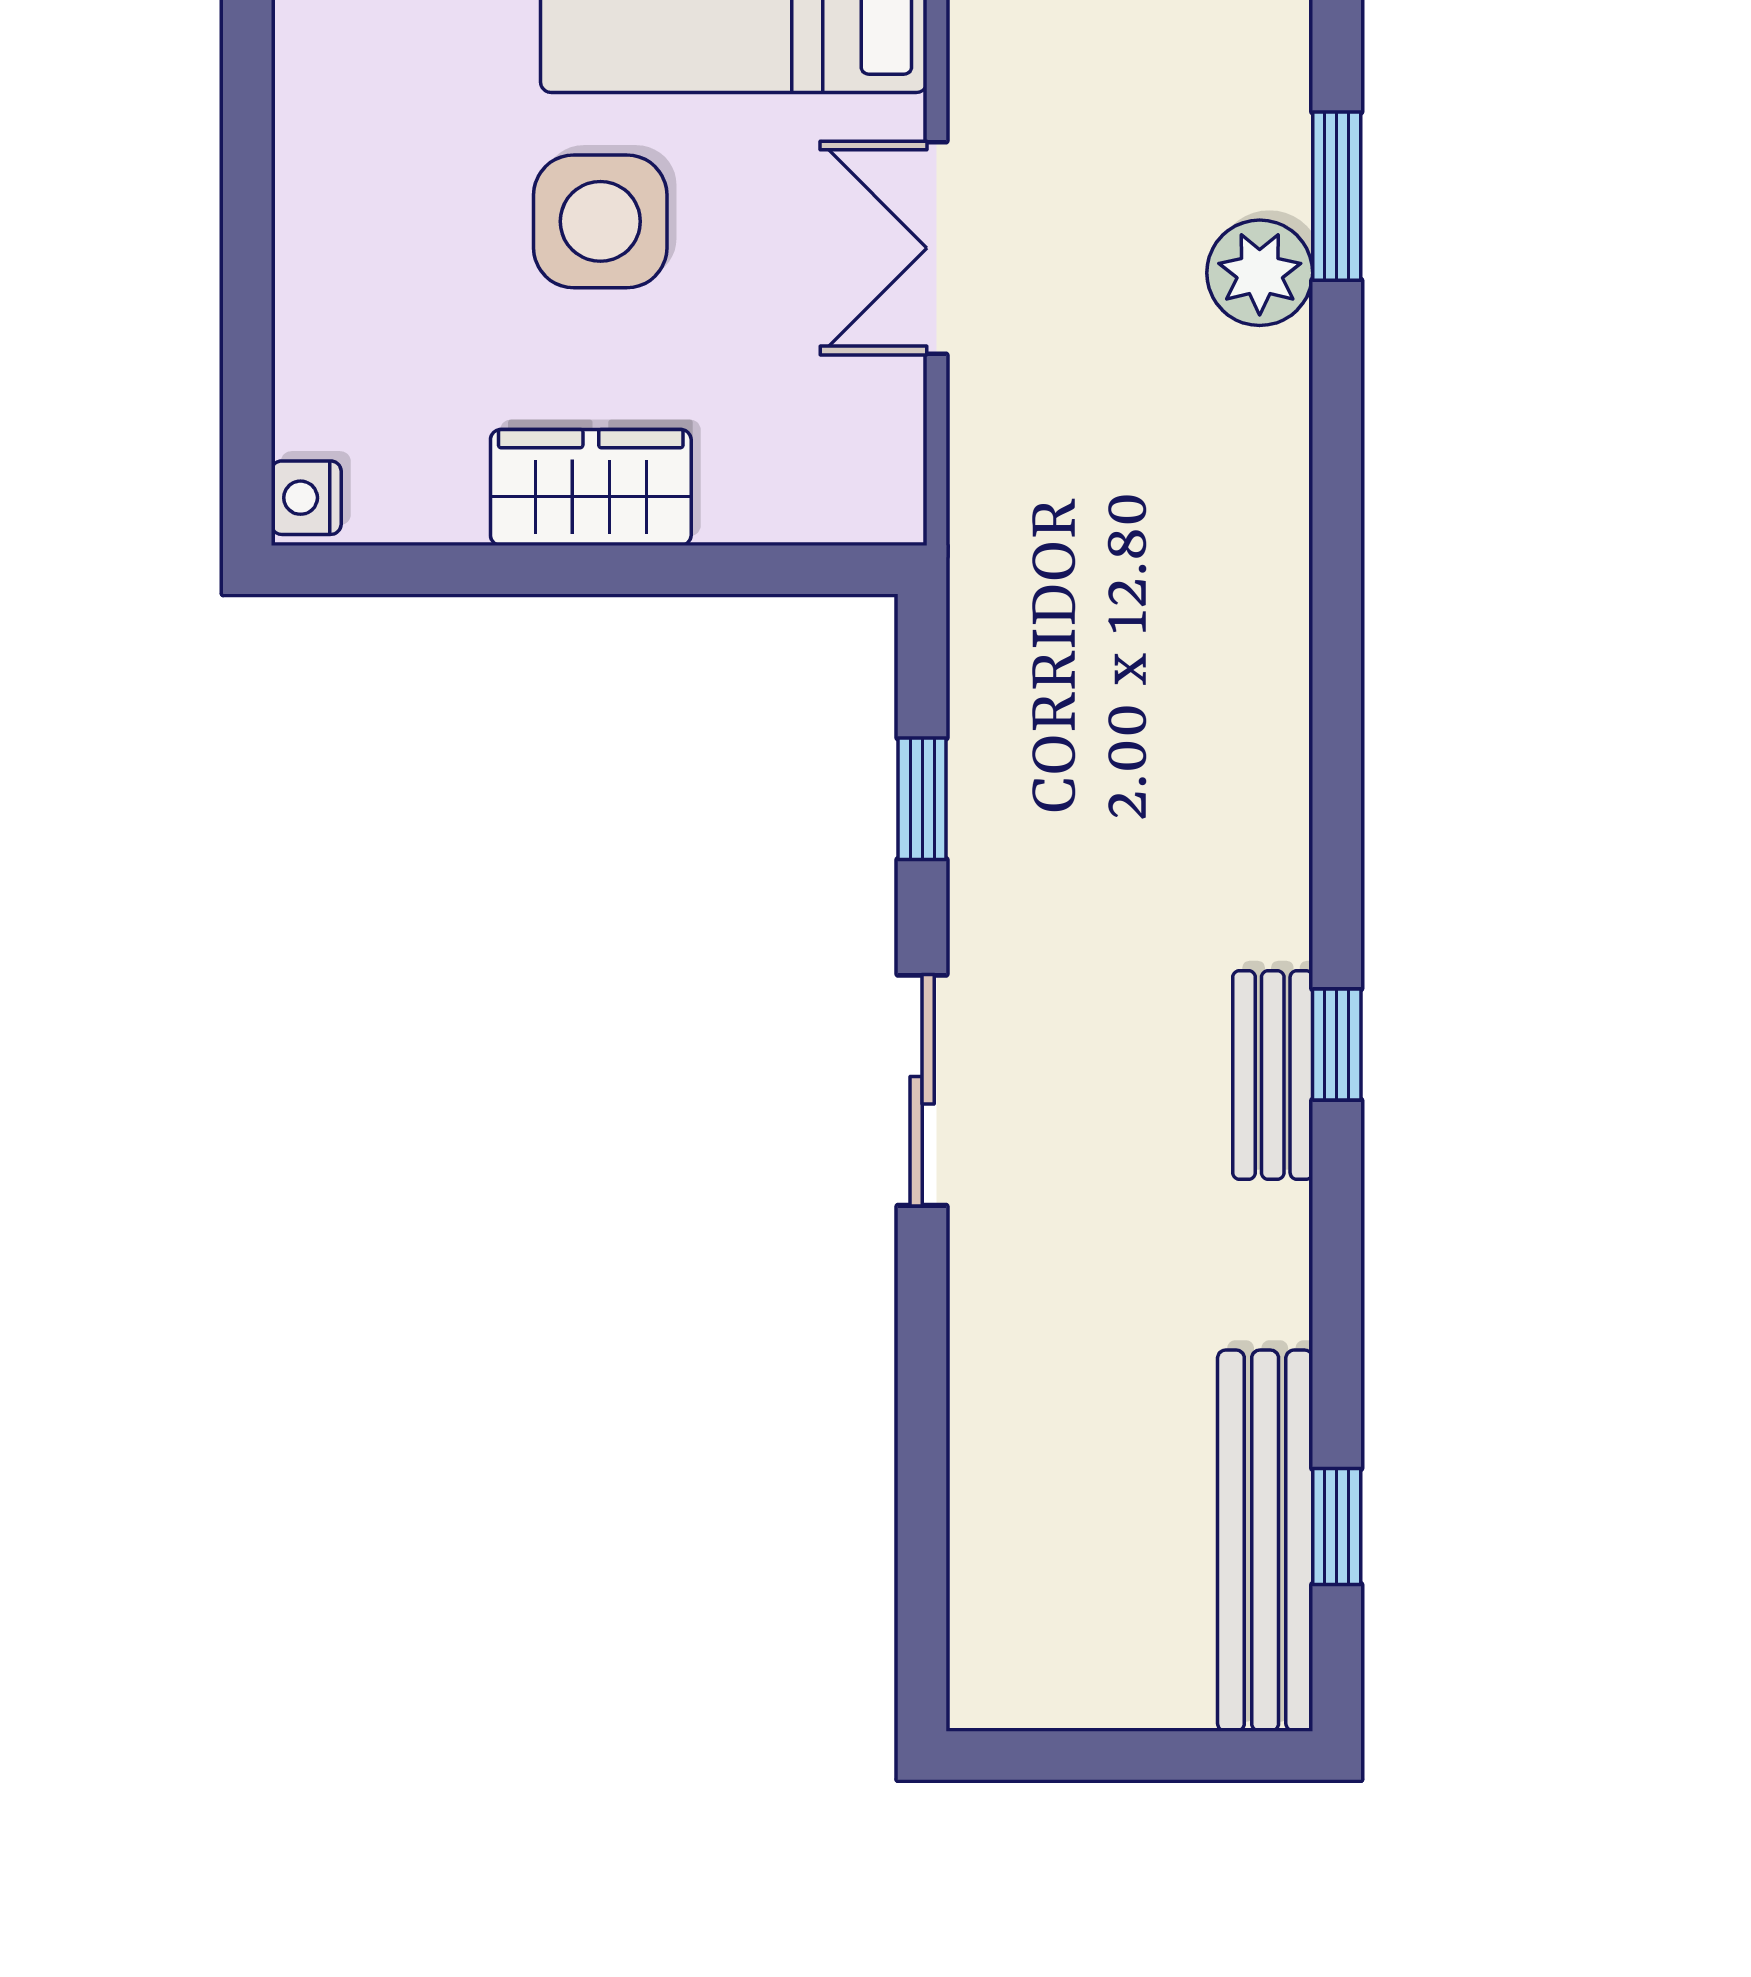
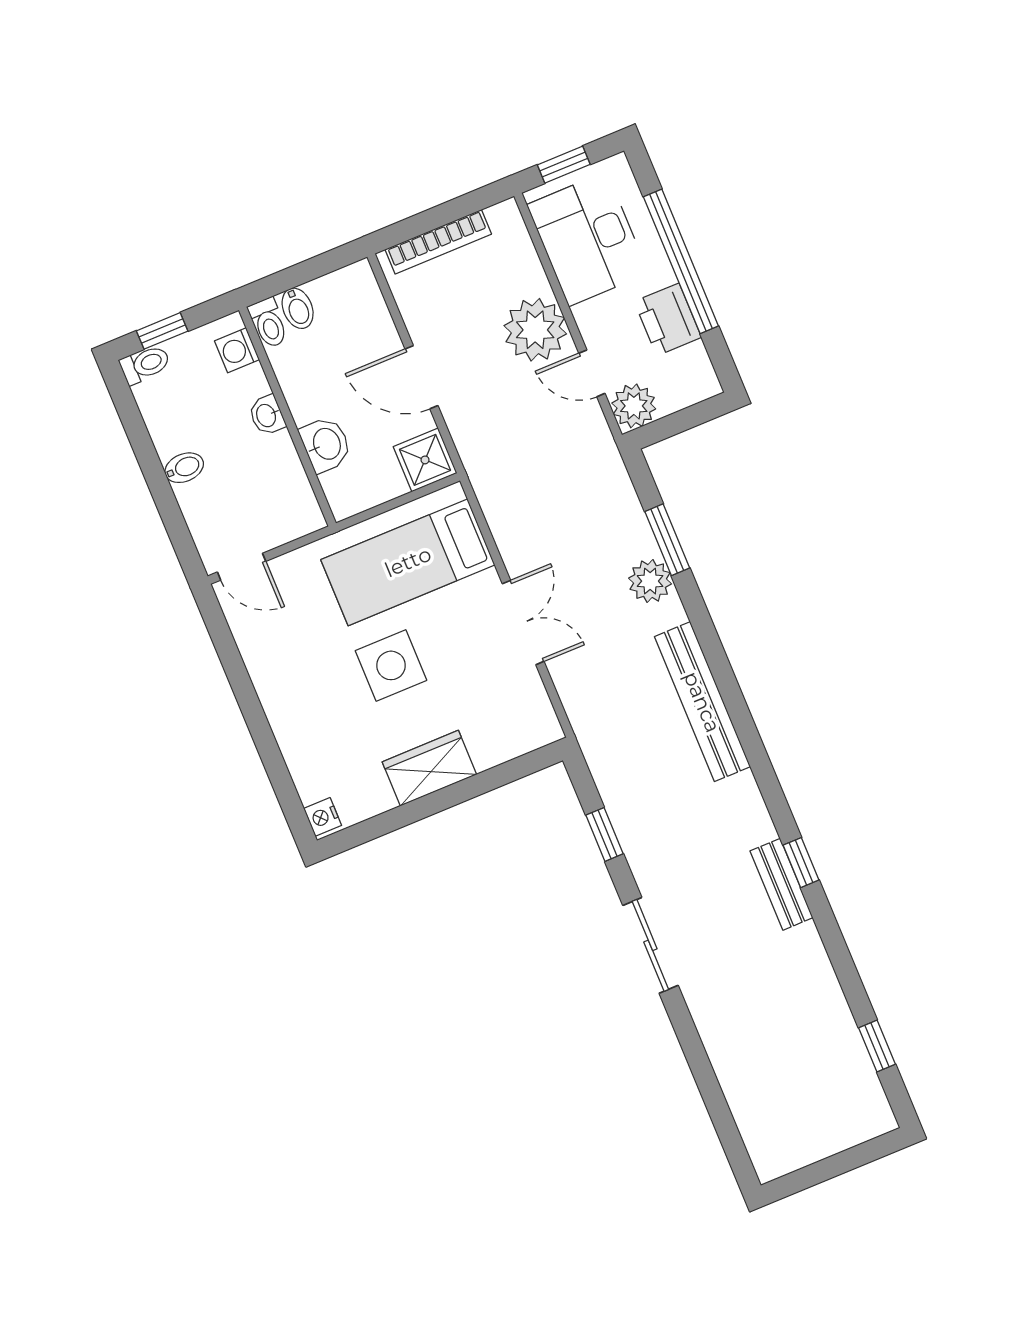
double door: (937, 248) -> (523, 623), swing flipped
bench: (1265, 1541) -> (702, 702), moved

